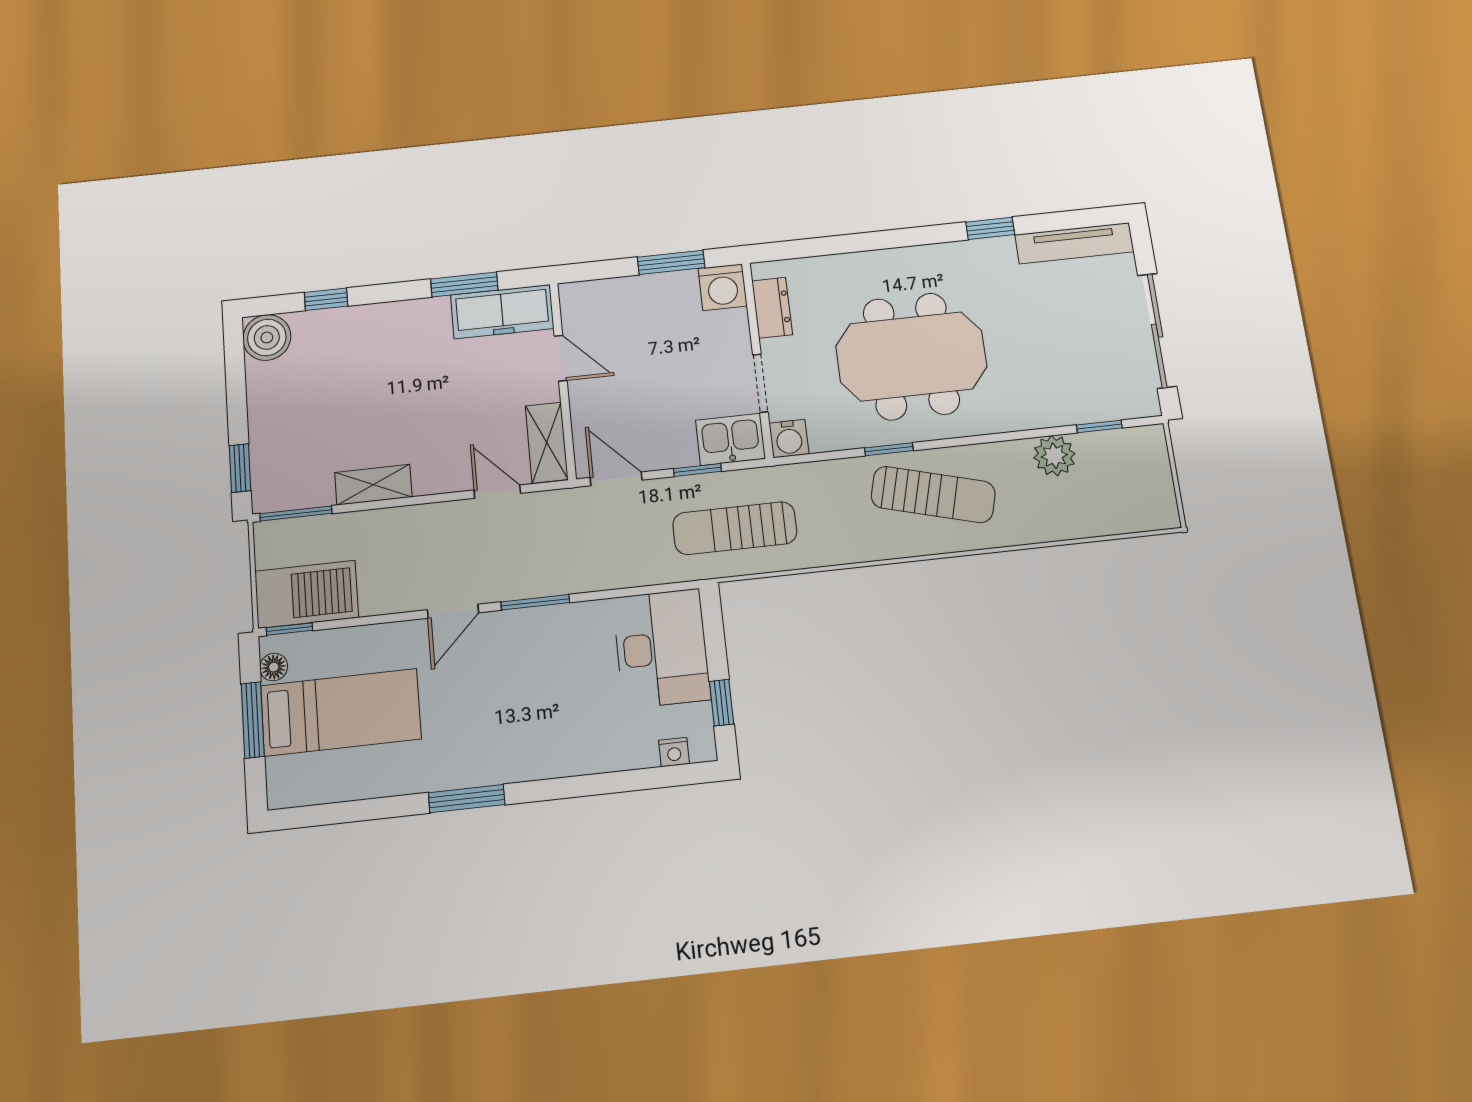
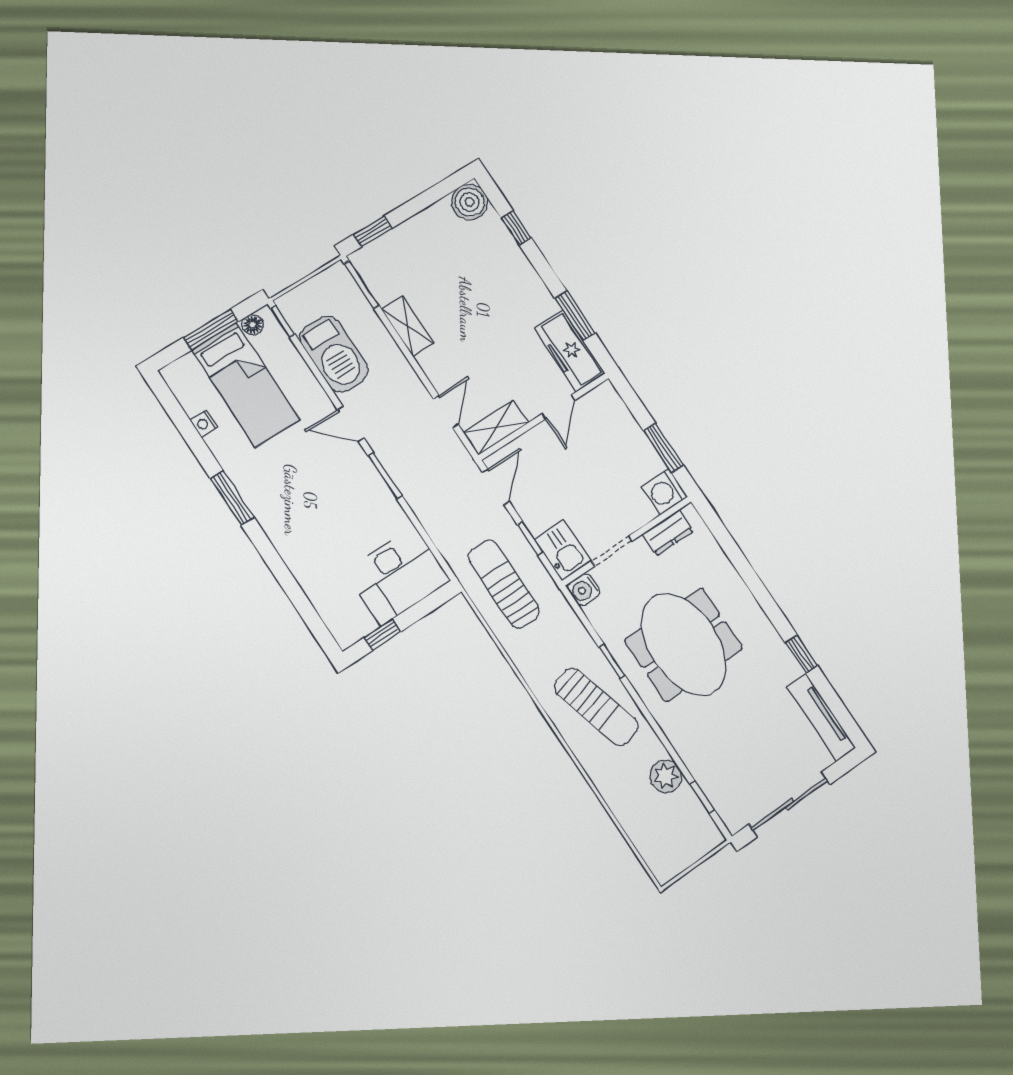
sun lounger: (933, 495) -> (596, 707), turned -31
barbecue: (307, 594) -> (334, 354), moved
nightstand: (674, 752) -> (204, 423), moved

